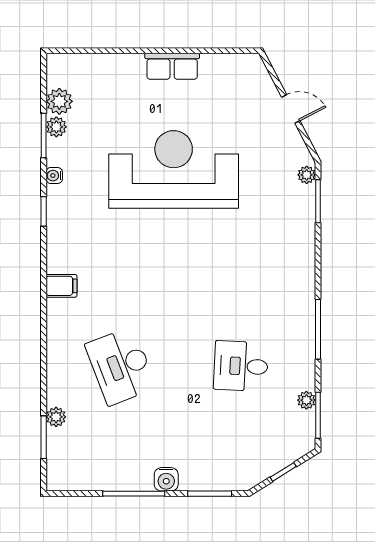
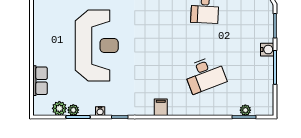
row of seats: (172, 66) -> (40, 81), moved
reception desk: (174, 169) -> (97, 46), turned 180
plant: (56, 417) -> (245, 110), moved

